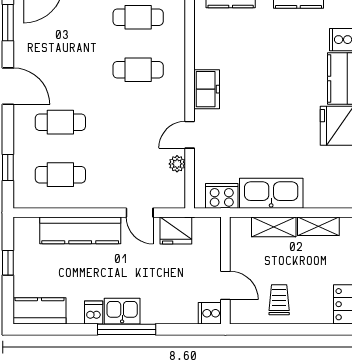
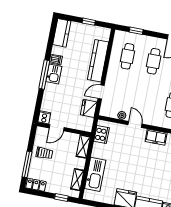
kitchen sink: (271, 193) -> (95, 174), moved
shelving: (274, 227) -> (83, 146), moved
window: (307, 329) -> (27, 164), added

